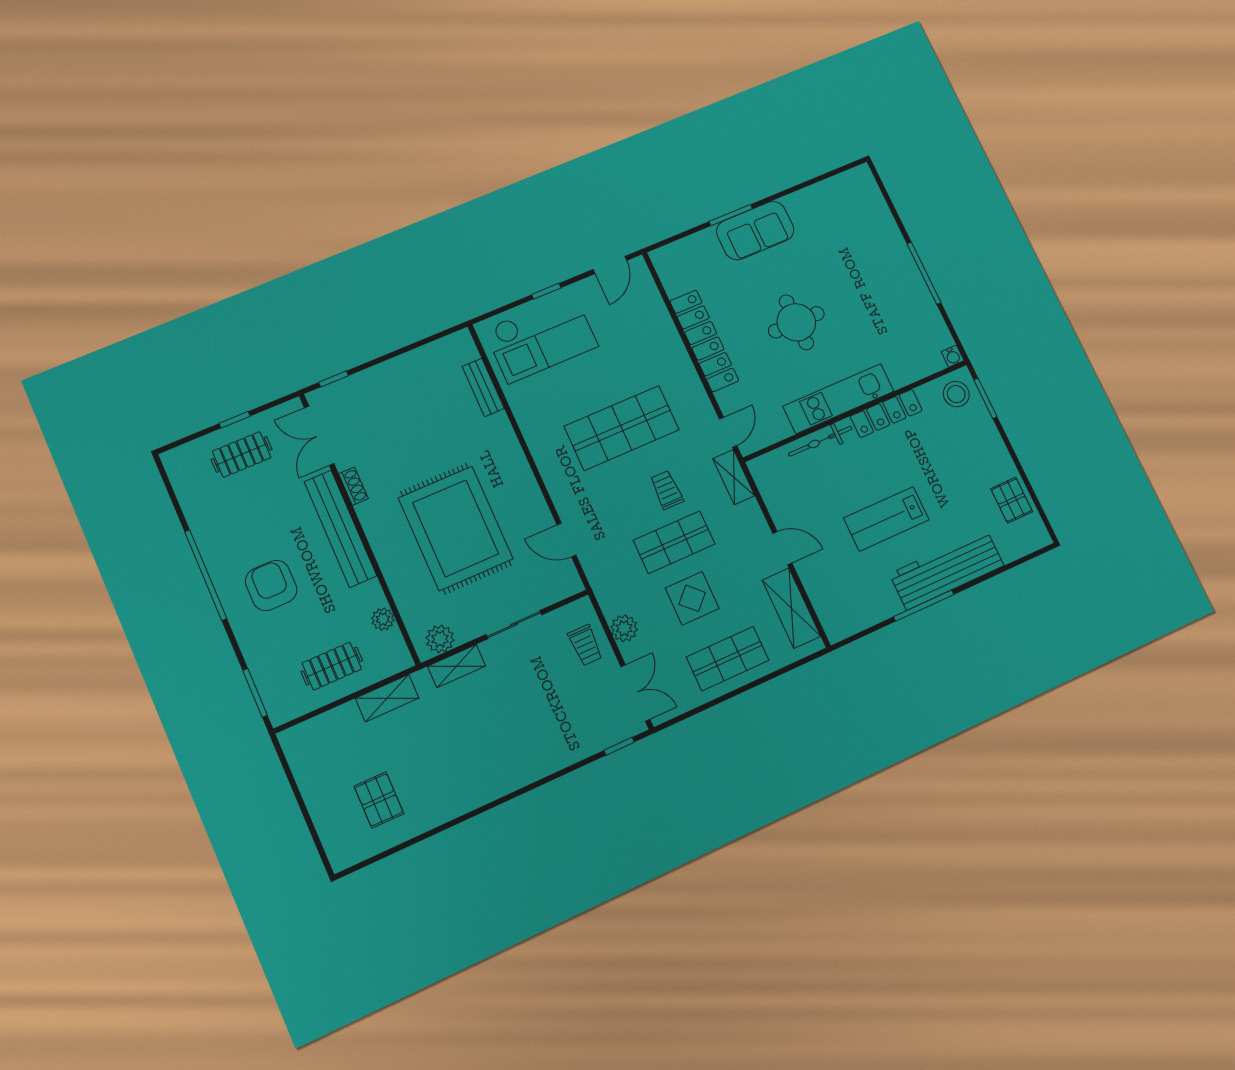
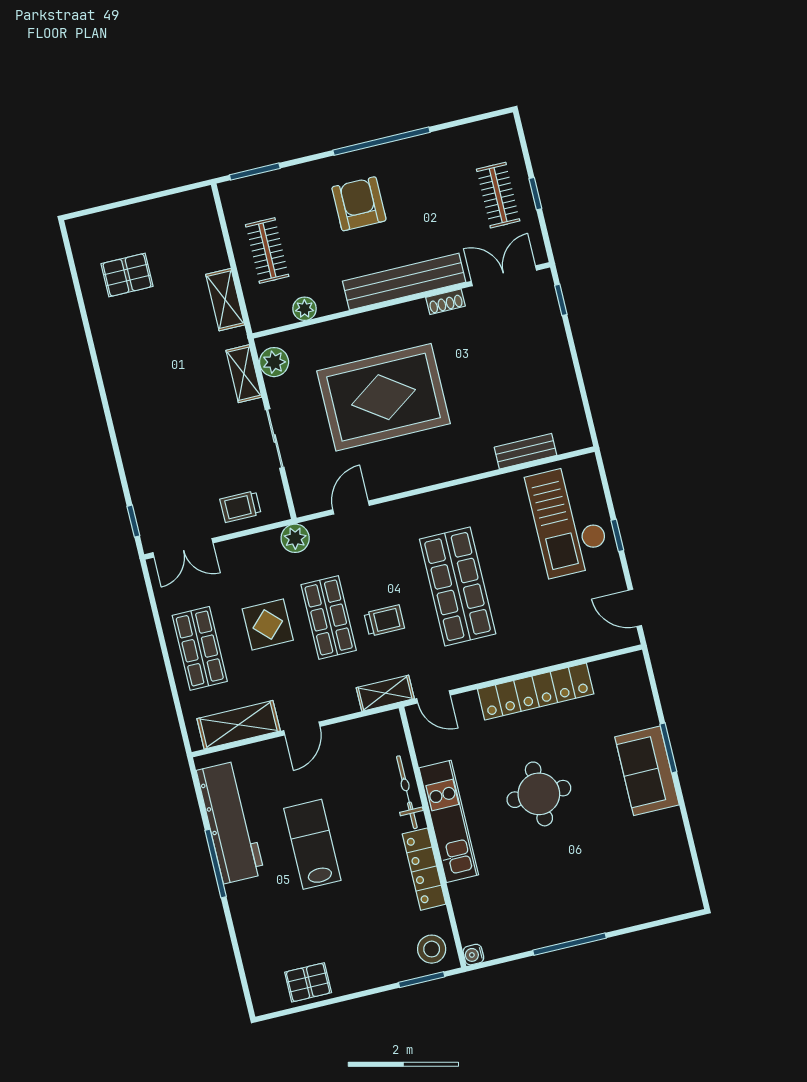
workbench: (947, 570) -> (230, 822), moved
armchair: (271, 585) -> (359, 204), turned -90
plant: (624, 628) -> (295, 538), moved

